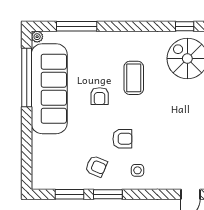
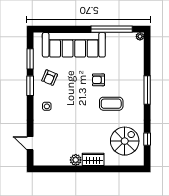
window: (77, 26) -> (147, 90), moved
sofa: (49, 89) -> (74, 45), moved
armchair: (122, 139) -> (69, 96), removed

